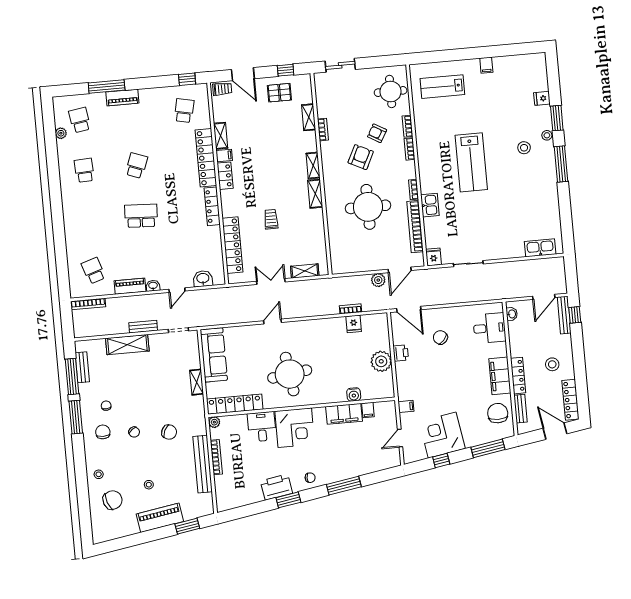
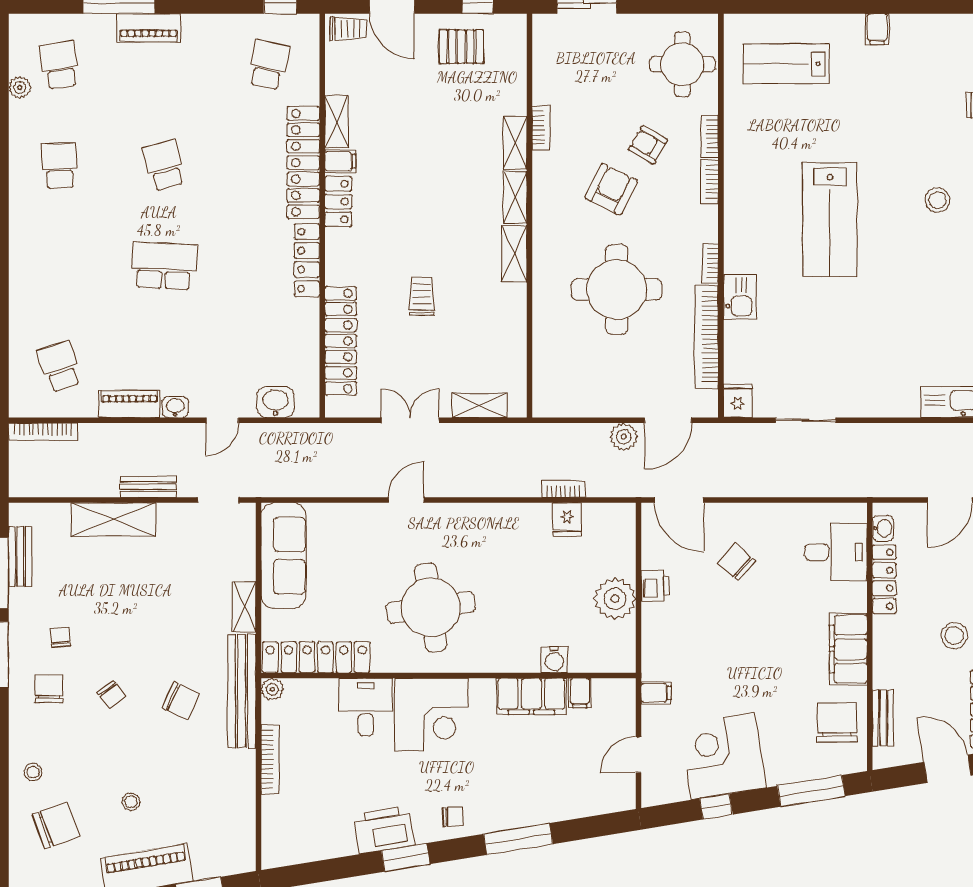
shelving: (309, 117) -> (515, 143), moved
school desk: (136, 166) -> (164, 165), turned -36
locker: (518, 376) -> (884, 579), moved
bench: (203, 464) -> (242, 691), moved

